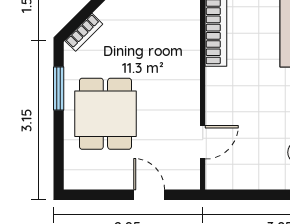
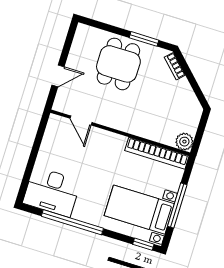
dining table: (105, 114) -> (118, 64), turned 90

